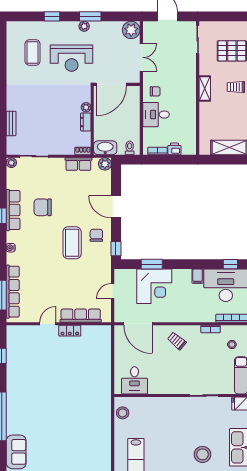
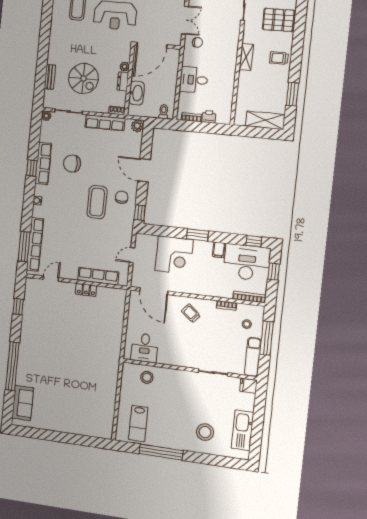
chair: (155, 91) -> (197, 42), moved
spiral stairs: (46, 122) -> (84, 78), added
washbasin: (105, 148) -> (137, 93), moved, turned 90
row of seats: (78, 164) -> (105, 123), width x1.48
window: (152, 264) -> (198, 235), moved
door: (48, 324) -> (51, 279), moved
stool: (123, 413) -> (147, 377), moved

